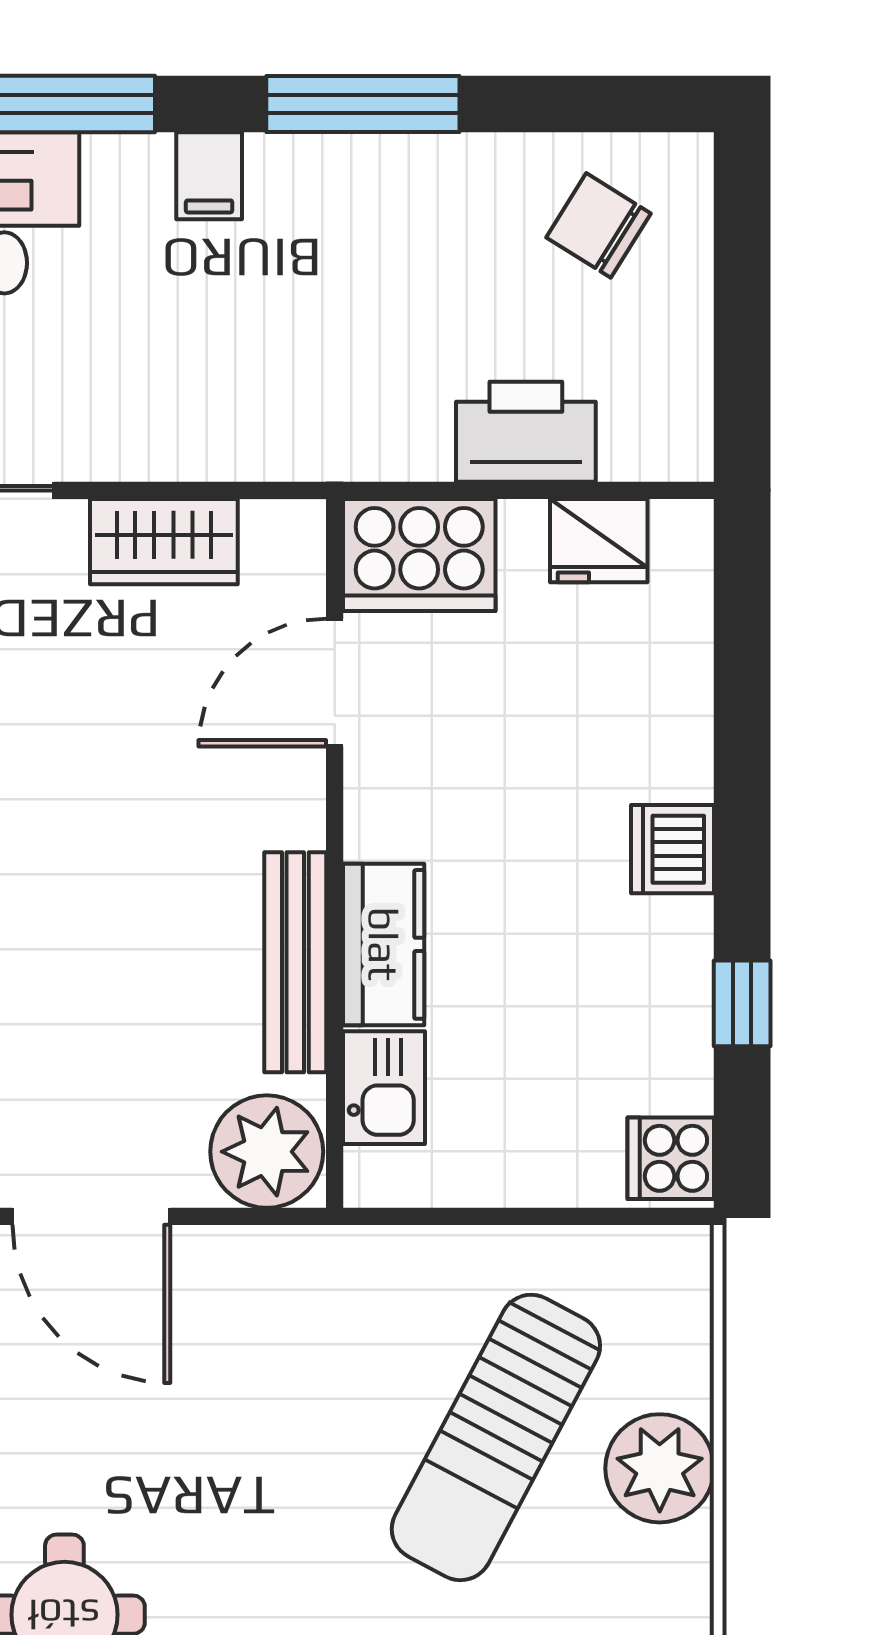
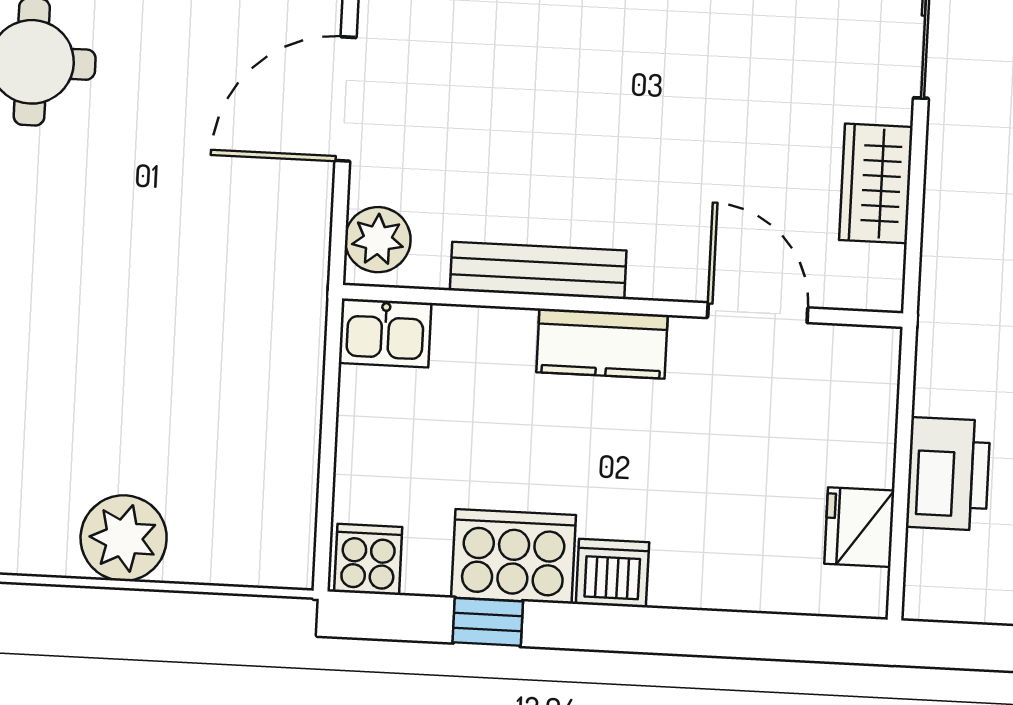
cooker: (419, 555) -> (513, 556), moved, turned 90
kitchen counter: (384, 944) -> (602, 344), moved
kitchen sink: (384, 1088) -> (385, 333), moved
plant: (267, 1152) -> (378, 240), width x0.73, depth x0.73
sun lounger: (496, 1437) -> (155, 410), removed

